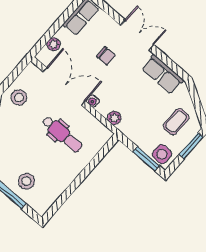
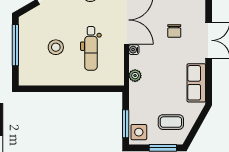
stool: (26, 181) -> (56, 47), moved

